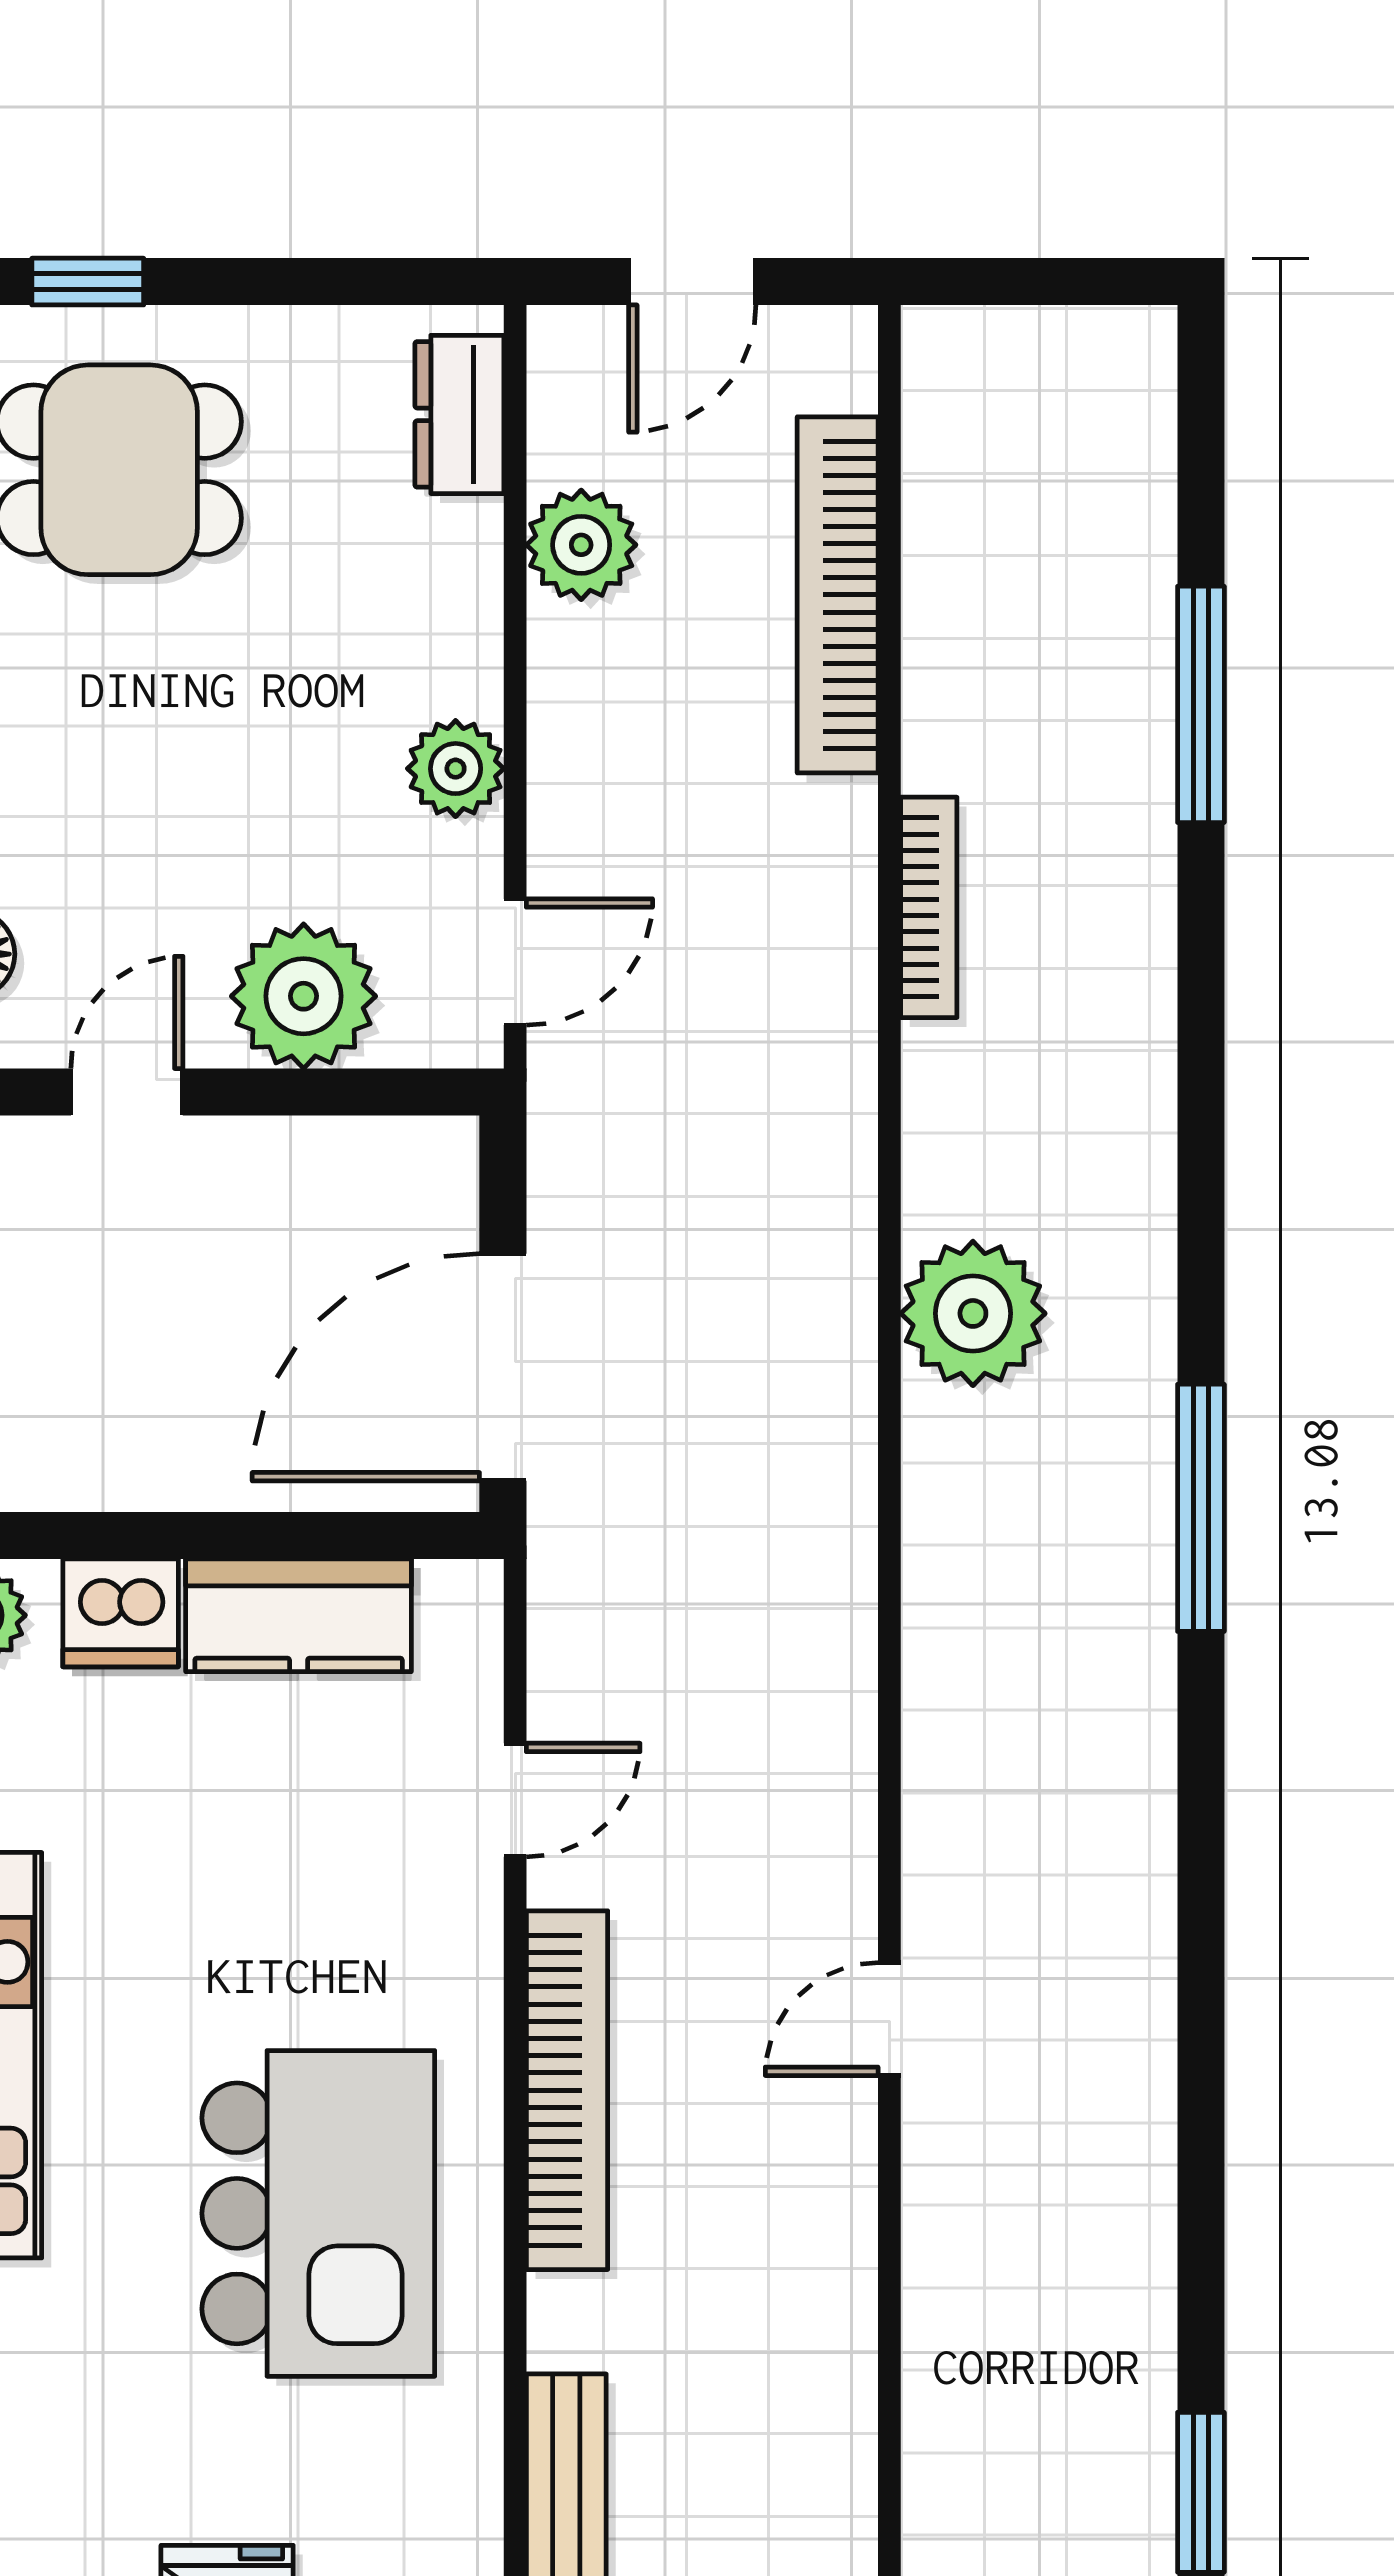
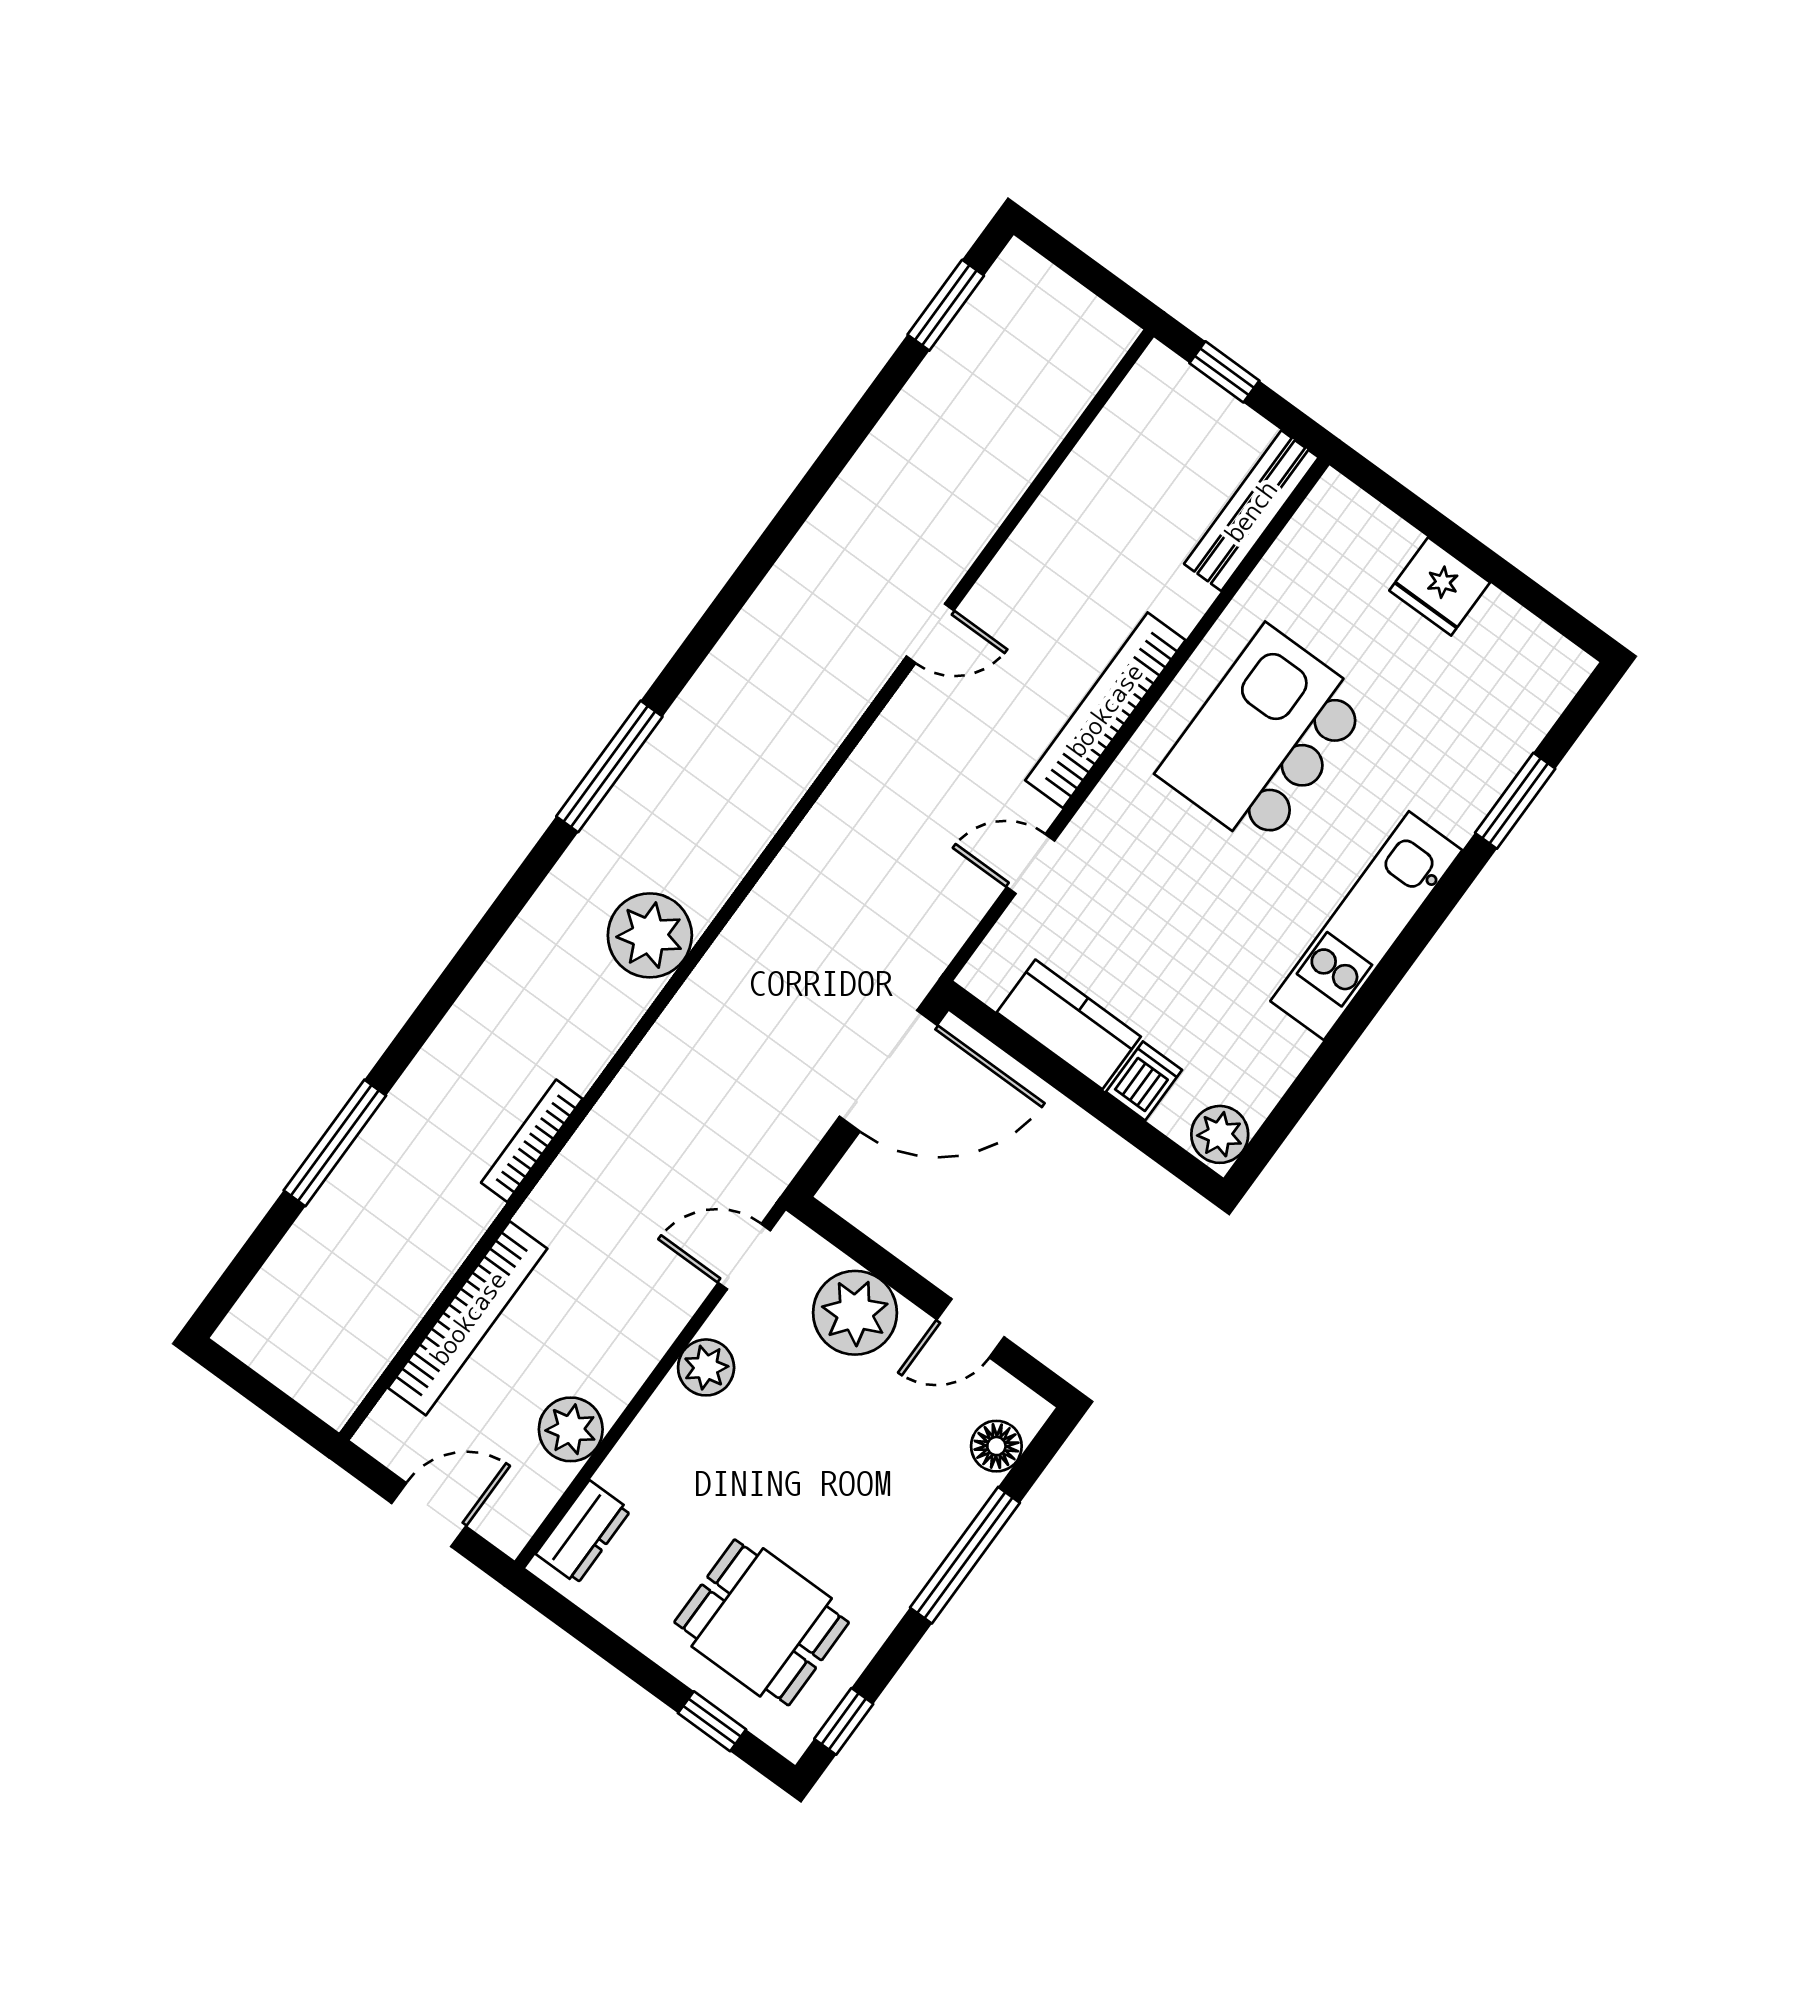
dishwasher: (121, 1613) -> (1144, 1081), width x0.73

